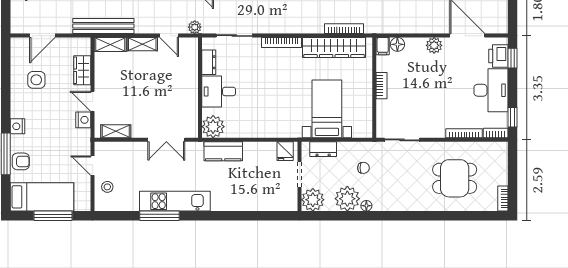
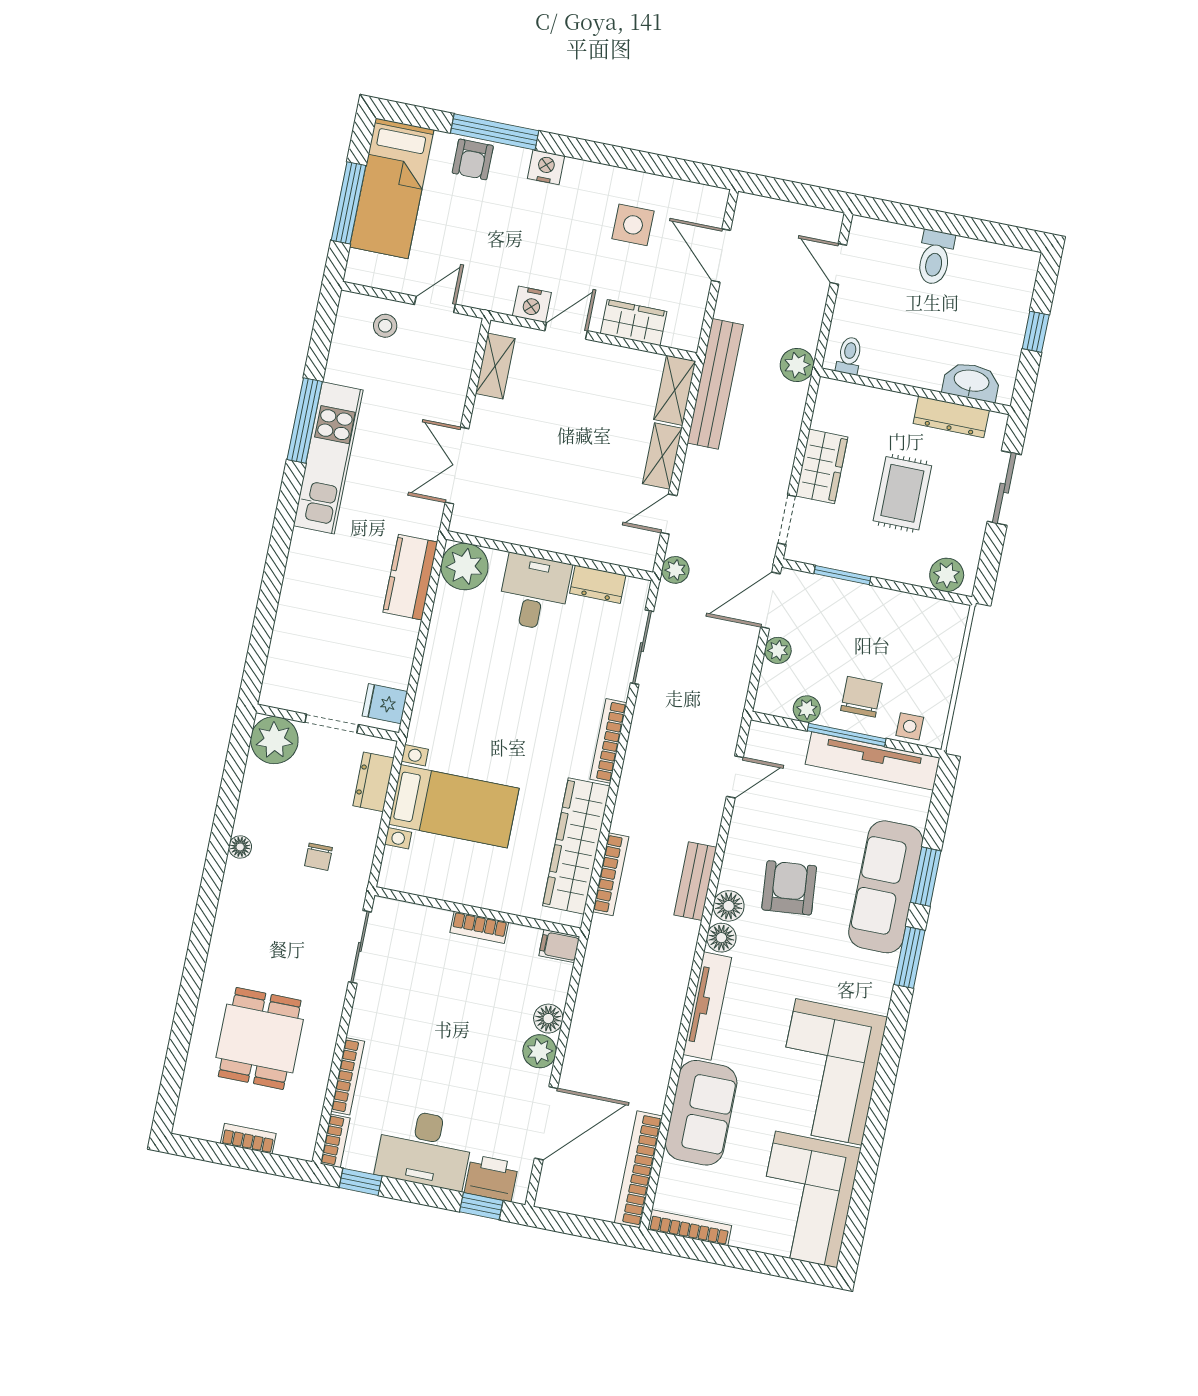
floor lamp: (397, 44) -> (548, 1019), moved
plant: (347, 199) -> (262, 811), removed
bookcase: (503, 199) -> (248, 1139), moved

